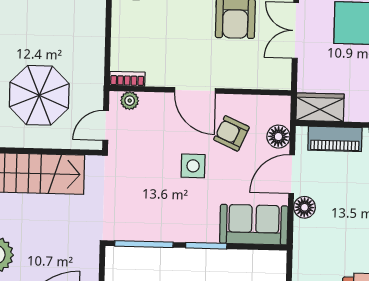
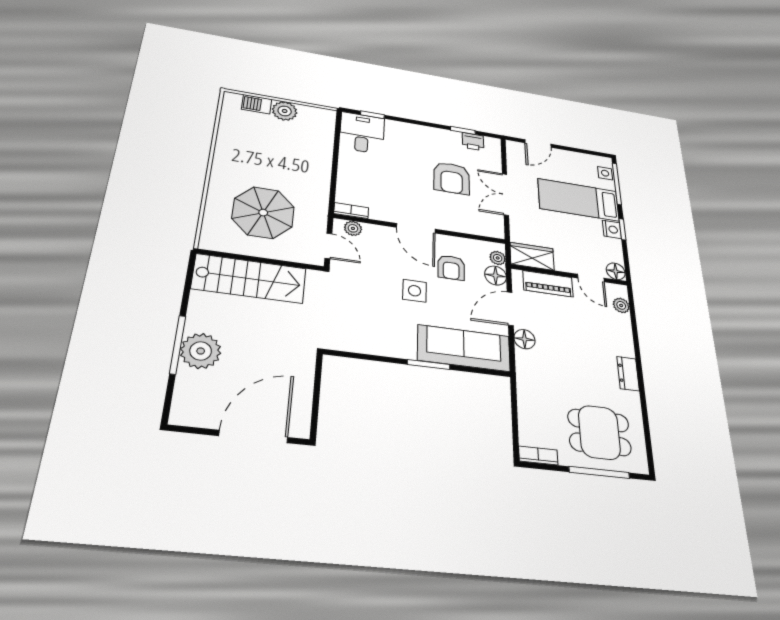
plant: (282, 115) -> (498, 258), added
door: (106, 125) -> (328, 246), swing flipped
armchair: (231, 133) -> (451, 268), turned -114
sofa: (254, 225) -> (464, 348), width x1.36
window: (144, 244) -> (364, 357), removed

